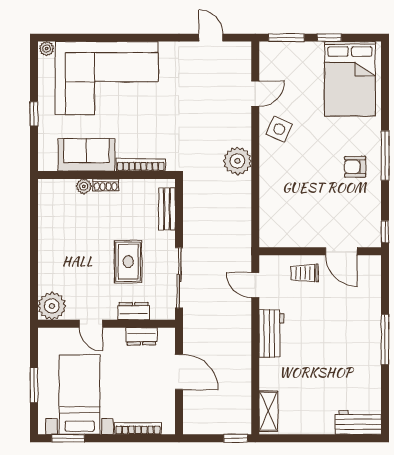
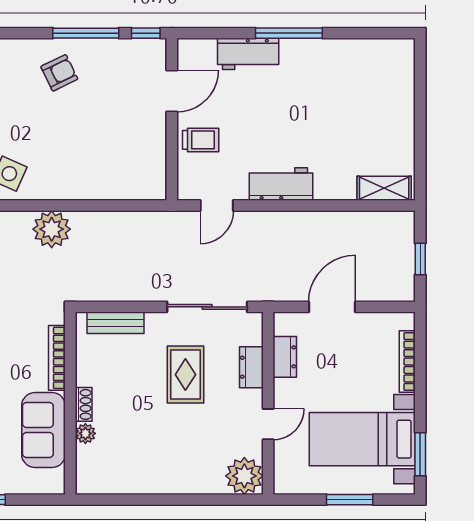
window: (385, 156) -> (86, 33), moved
armchair: (355, 167) -> (59, 73), turned -116
rug: (128, 262) -> (185, 375), turned 90
trolley: (305, 273) -> (201, 140), turned -90
workbench: (358, 423) -> (248, 54), moved, turned -90
window: (236, 438) -> (420, 259), moved

